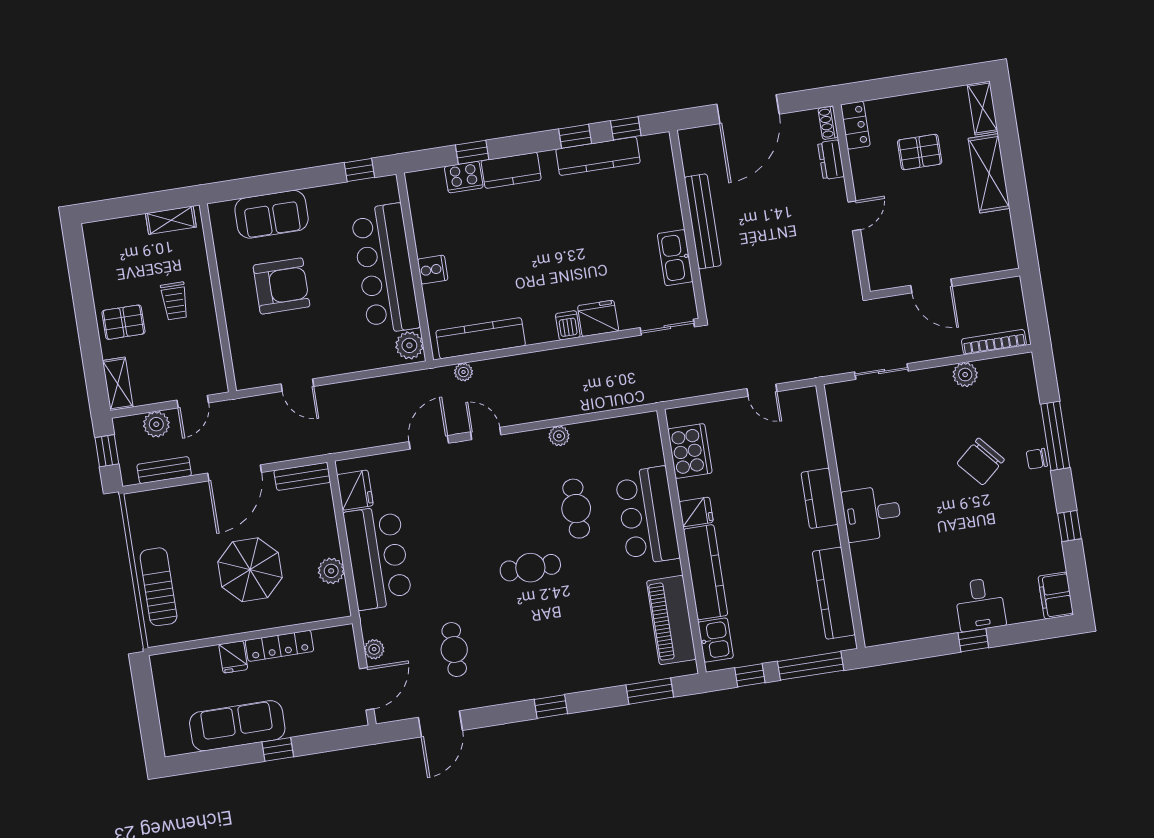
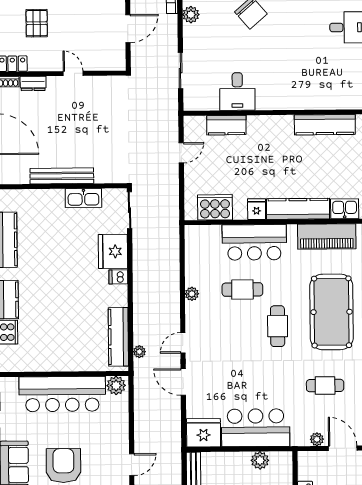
cooker: (433, 270) -> (67, 362), removed
fridge: (598, 318) -> (113, 251), width x1.36, depth x1.34
fridge: (355, 490) -> (203, 433), width x1.36, depth x1.34
kitchen counter: (819, 498) -> (226, 125), moved
desk: (872, 513) -> (237, 92), moved
pool table: (563, 643) -> (332, 312), added

